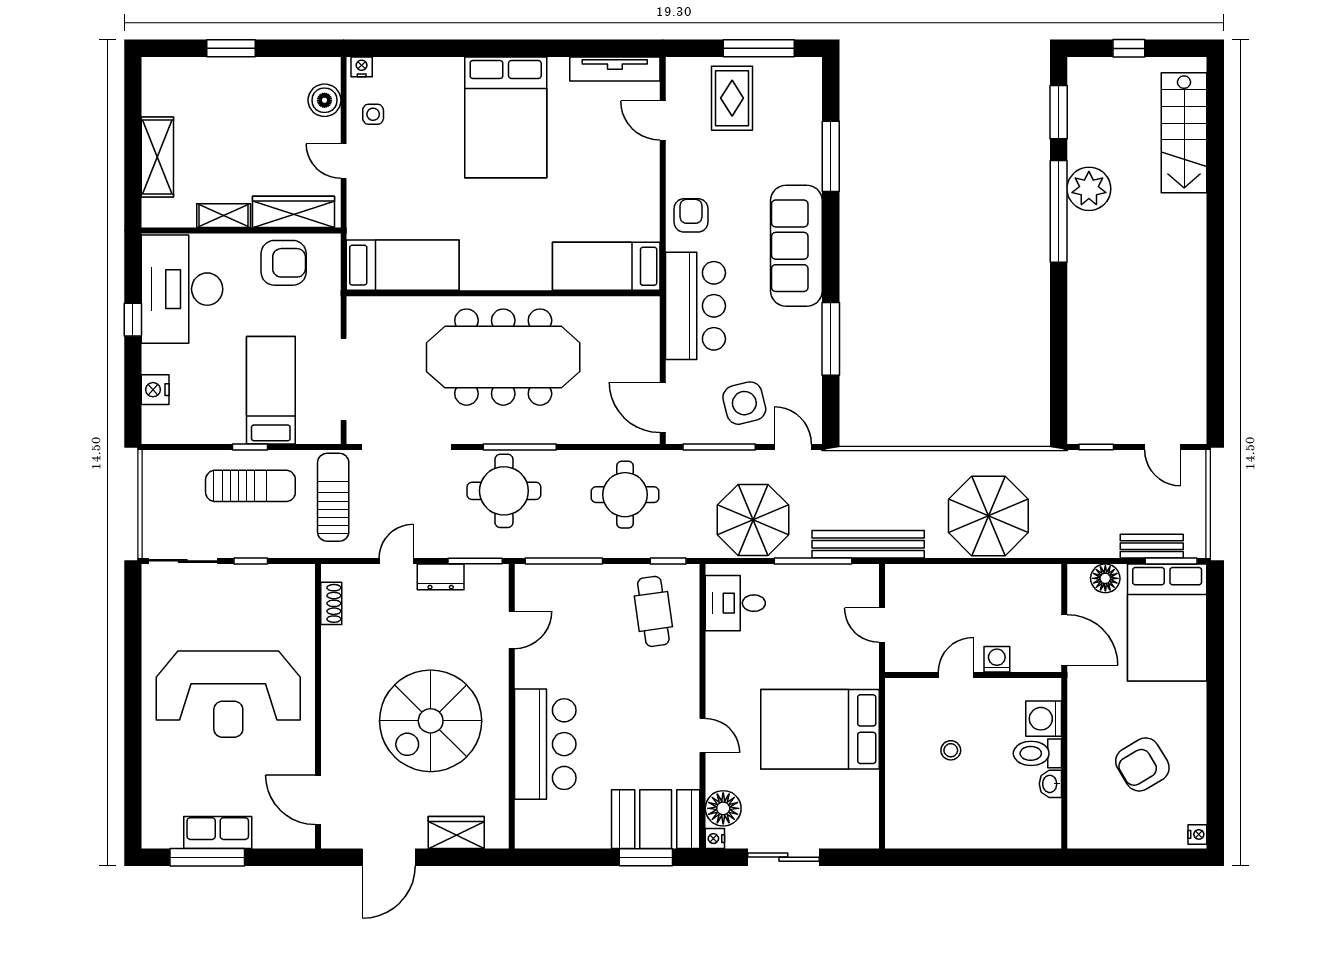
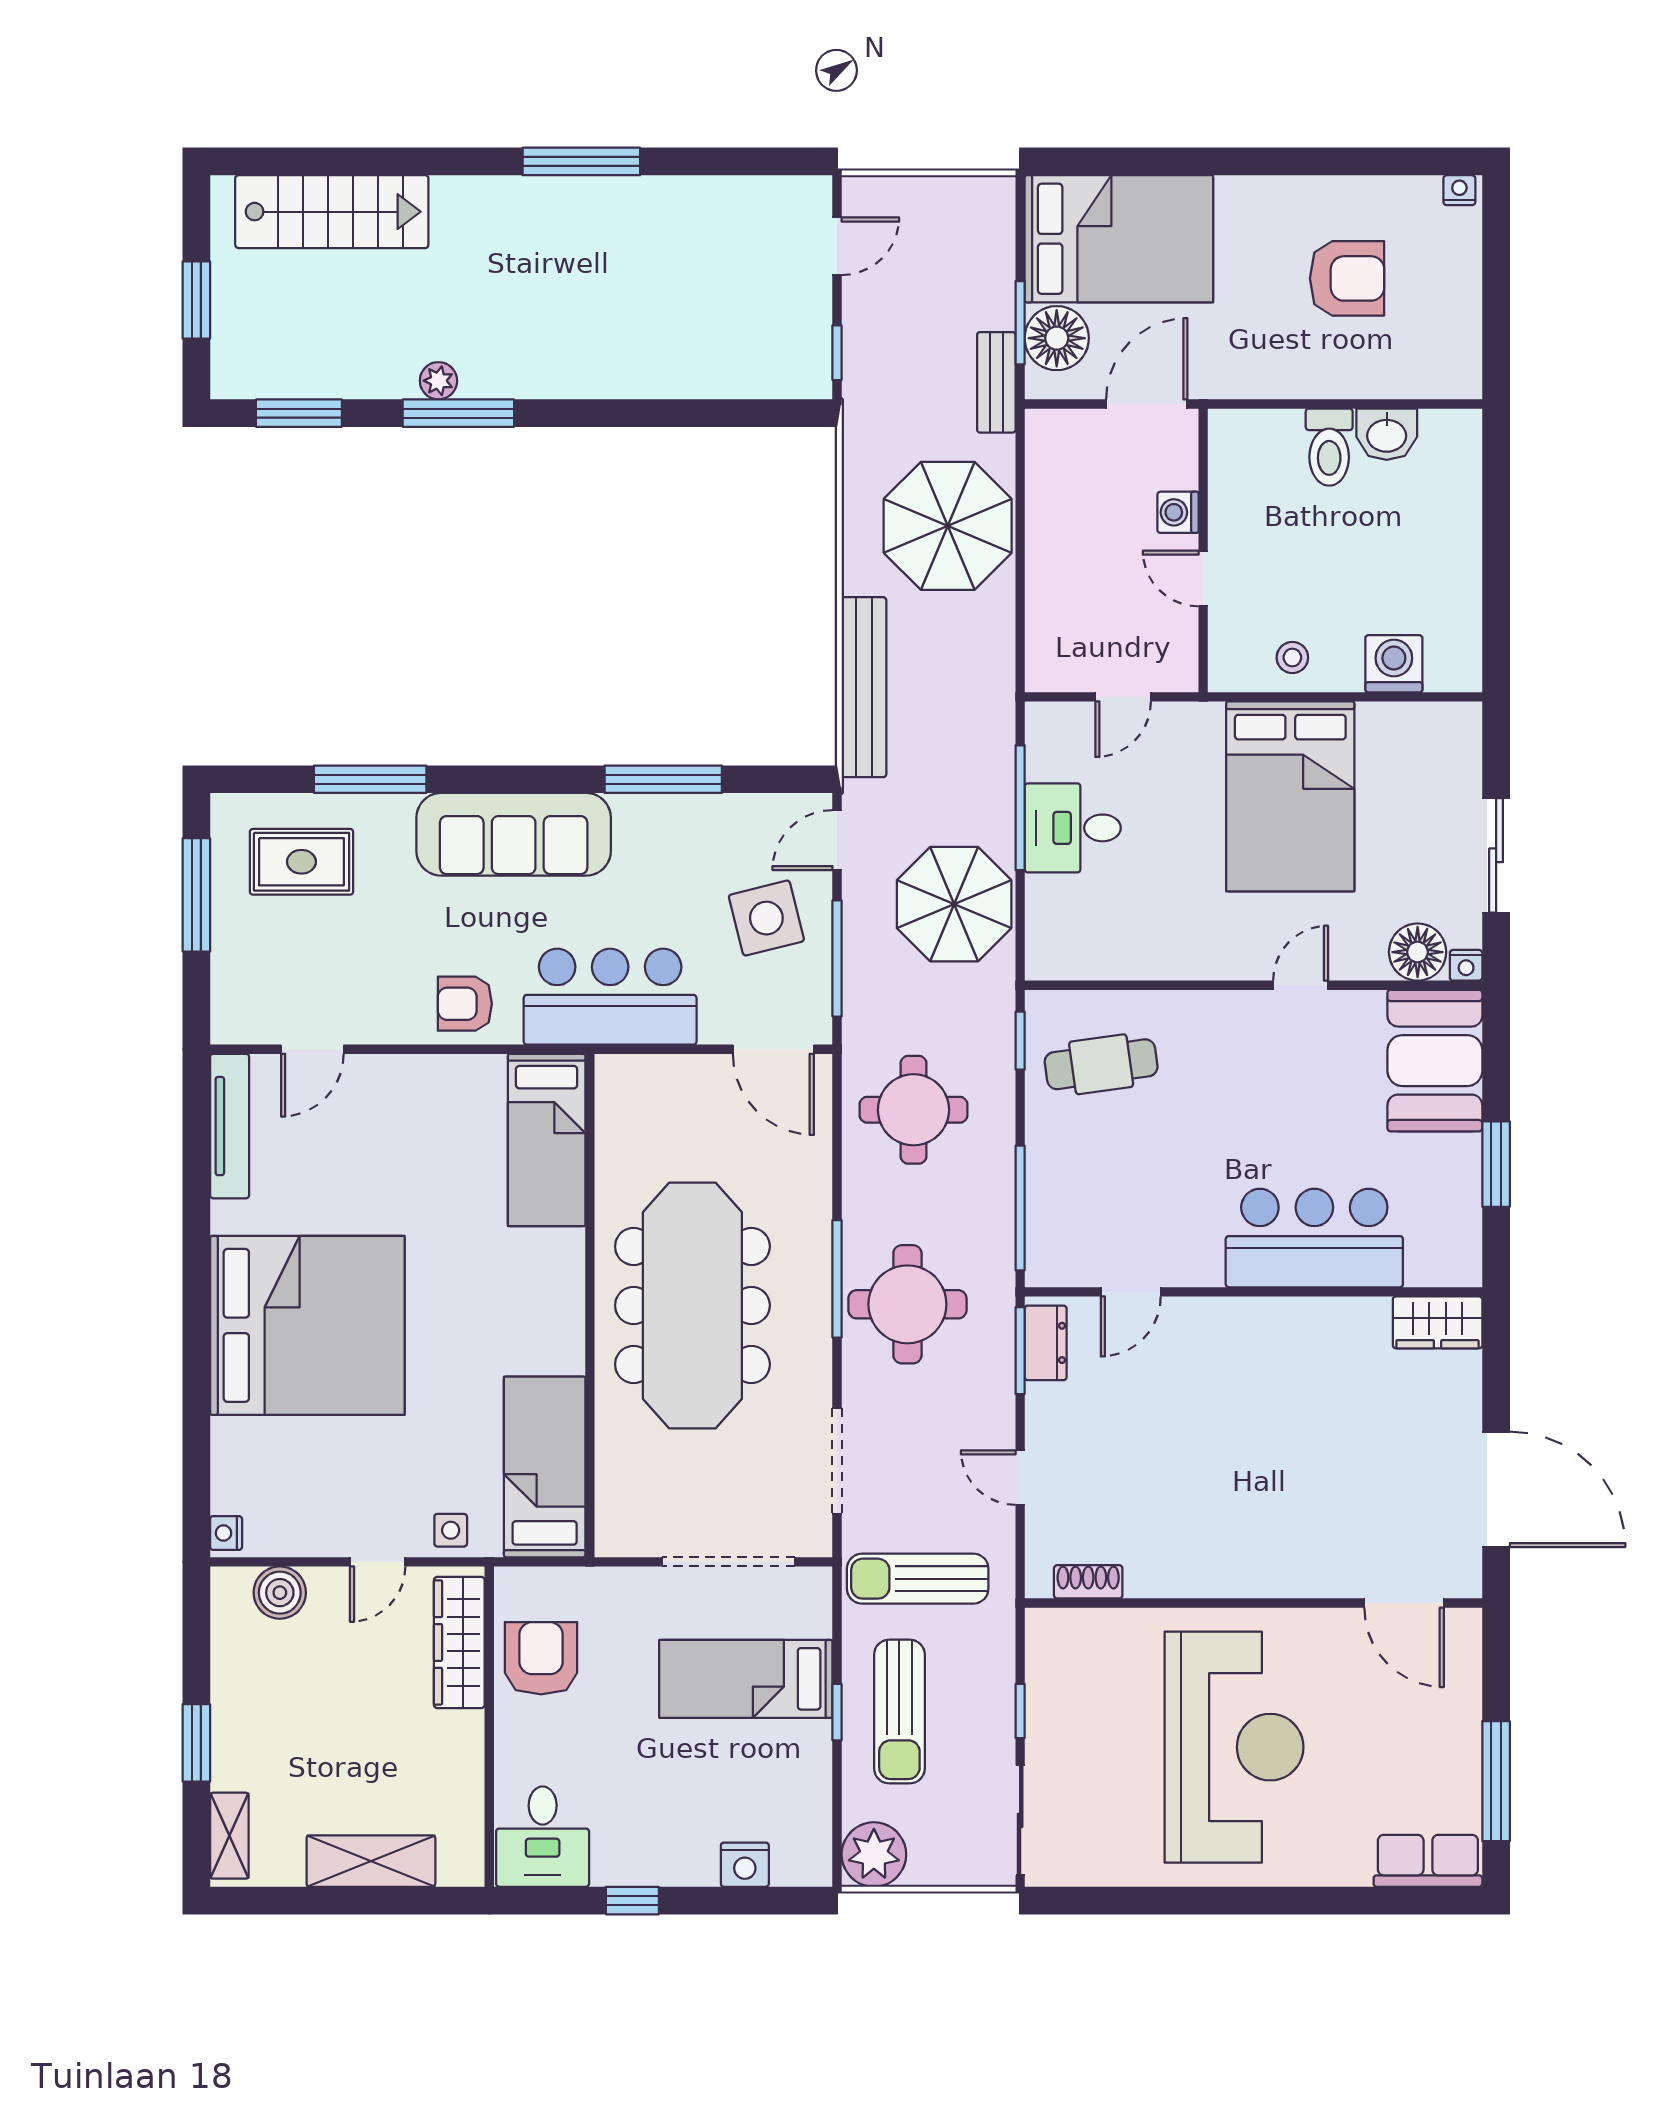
window: (1129, 48) -> (196, 300), width x1.50
rug: (732, 98) -> (301, 862), moved
side table: (373, 114) -> (451, 1530), moved
bed: (506, 117) -> (307, 1325), width x1.36
plant: (1089, 189) -> (438, 381), width x0.53, depth x0.53
window: (1059, 211) -> (458, 413), width x0.68
shelving: (224, 216) -> (229, 1836), moved
window: (1215, 288) -> (581, 161), added
desk: (182, 289) -> (543, 1837), width x0.53, depth x0.77
door: (663, 407) -> (773, 1049), hinge flipped
doorway: (406, 447) -> (837, 1461), width x0.73
plant: (161, 470) -> (874, 1855), added
sun lounger: (250, 486) -> (899, 1712), turned 180
bench: (868, 544) -> (864, 687), moved
bench: (1152, 546) -> (996, 382), moved
window: (1171, 561) -> (1020, 323), moved
dresser: (441, 577) -> (1046, 1343), moved
floor lamp: (1105, 578) -> (1057, 338), width x1.38, depth x1.38
desk: (735, 603) -> (1073, 828), moved, turned 90
door: (512, 630) -> (1131, 1292), swing flipped
washing machine: (1044, 719) -> (1394, 664), moved, turned 180
spiral stairs: (431, 721) -> (1277, 1422), removed
stool: (951, 750) -> (1292, 658), moved
armchair: (1142, 764) -> (1347, 278), turned -59
washbasin: (1050, 784) -> (1387, 434), width x1.38, depth x1.45
door: (318, 800) -> (1404, 1603), hinge flipped
row of seats: (218, 832) -> (1428, 1861), moved, turned 90
wardrobe: (456, 833) -> (1438, 1322), moved, turned -90
door: (389, 857) -> (1496, 1489), width x1.36
window: (646, 857) -> (1496, 1164), moved

